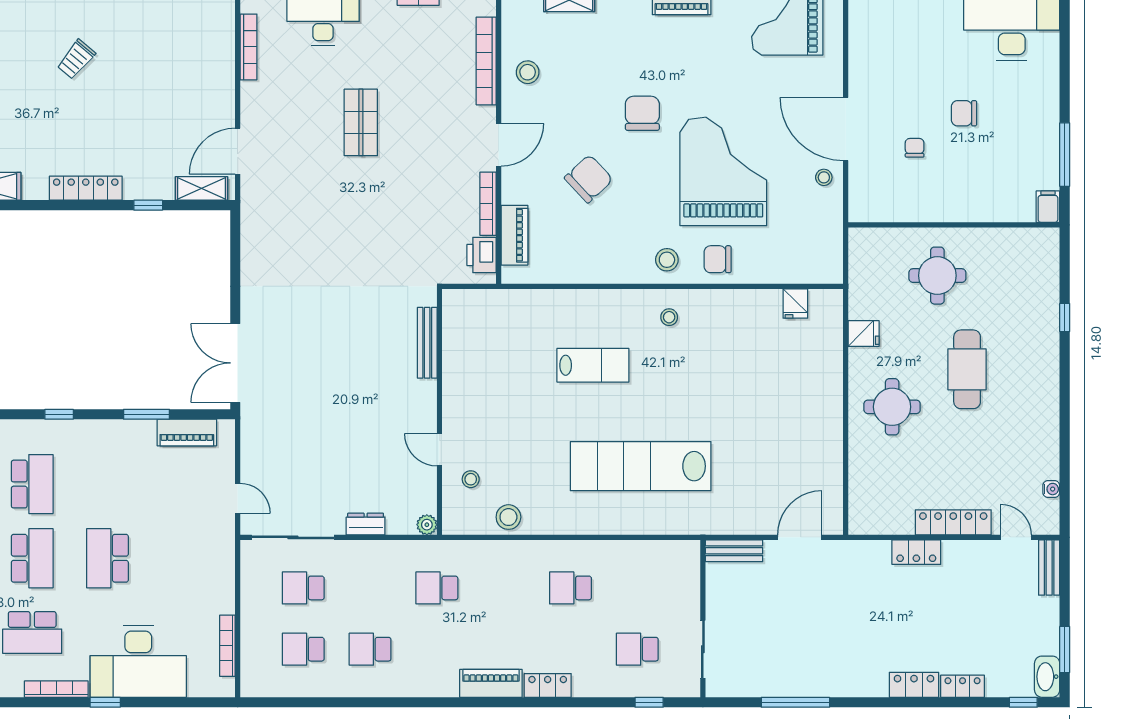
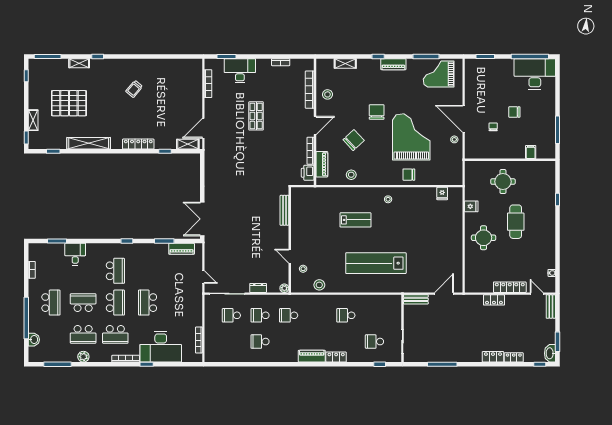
filing cabinet: (1048, 207) -> (531, 152), moved
stool: (667, 260) -> (351, 175), moved
school desk: (303, 649) -> (260, 315), moved

